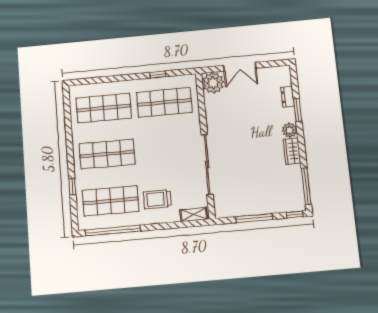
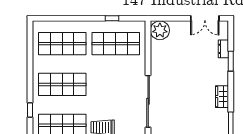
double door: (240, 67) -> (205, 18), moved
plant: (290, 130) -> (222, 78), removed

